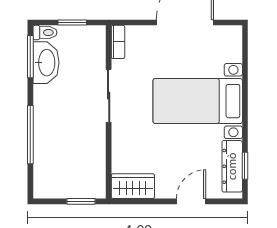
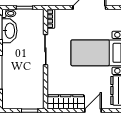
wardrobe: (133, 186) -> (66, 102), width x1.50

